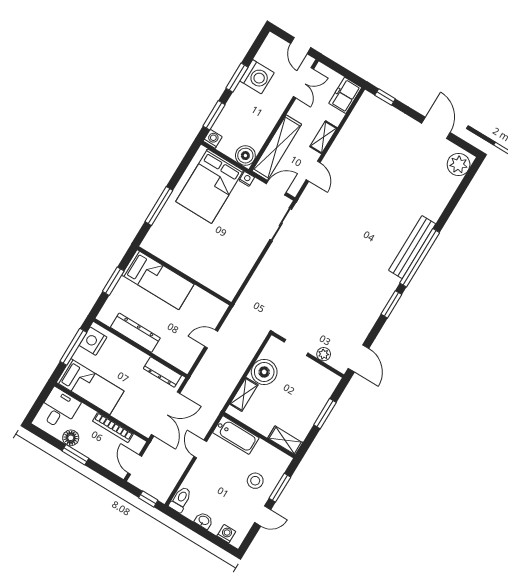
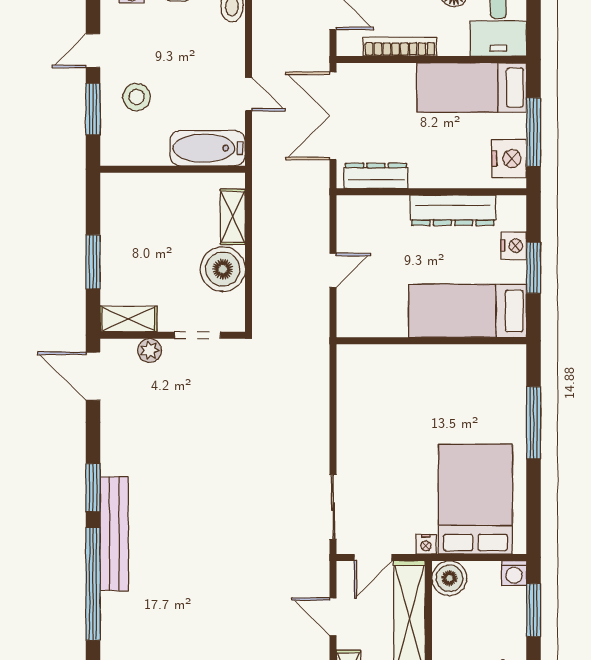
bench: (412, 247) -> (114, 534), moved
nightstand: (116, 298) -> (514, 246), added
shelving: (285, 440) -> (129, 319), moved

